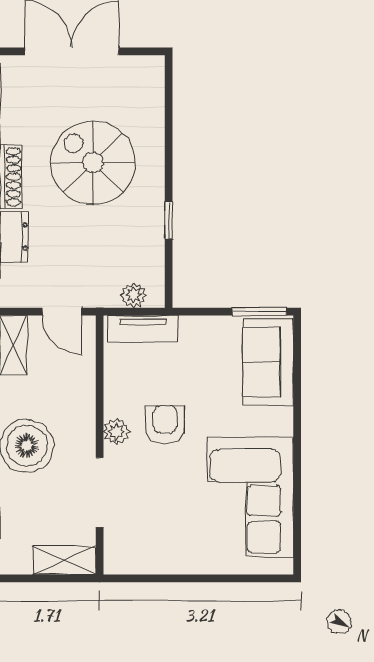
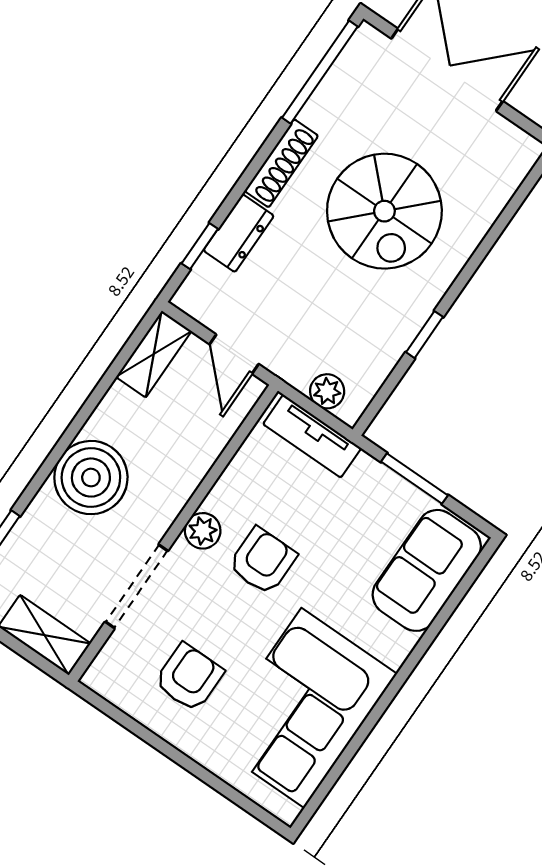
spiral stairs: (93, 163) -> (384, 211), turned 180
window: (259, 312) -> (414, 479), moved
armchair: (169, 526) -> (189, 677), added

